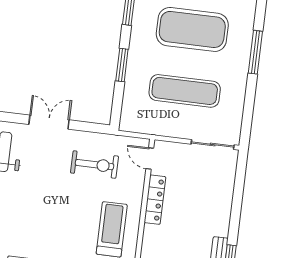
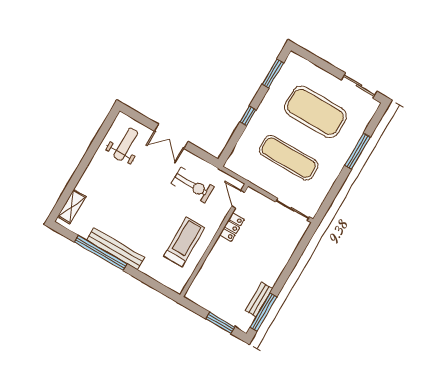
window: (122, 65) -> (248, 116), width x0.67
double door: (49, 122) -> (171, 136), swing flipped
locker: (155, 200) -> (232, 227), width x0.66

